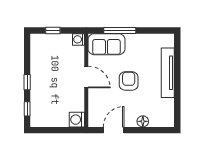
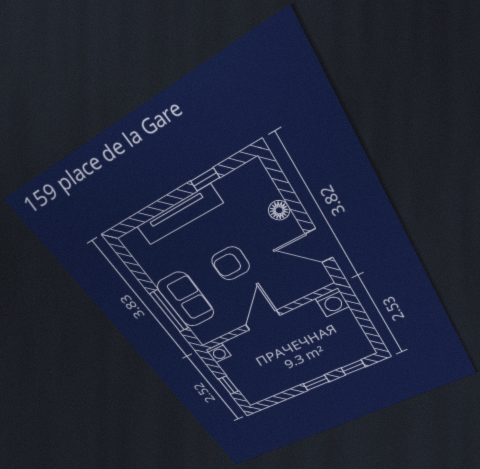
sofa: (106, 44) -> (186, 300), moved
window: (177, 96) -> (205, 179), added

